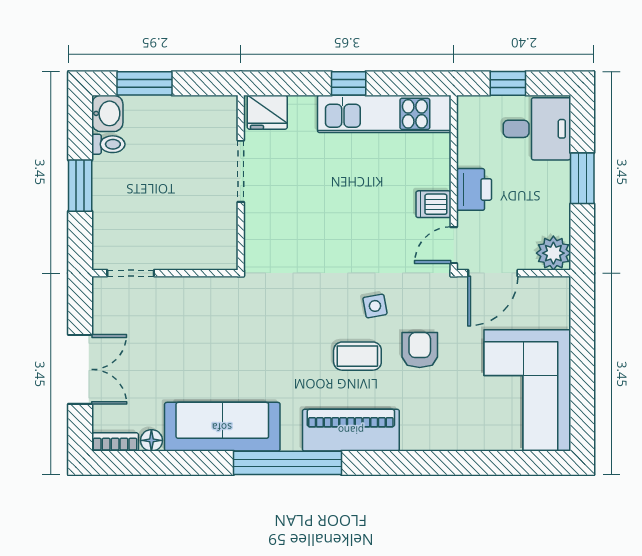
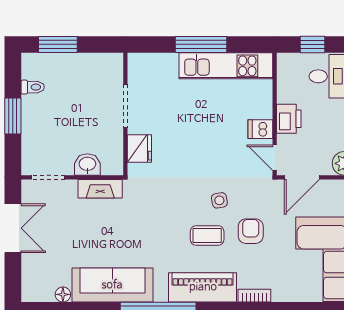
window: (349, 83) -> (201, 44), width x2.17
fridge: (267, 112) -> (139, 148), moved, turned -90
washbasin: (107, 113) -> (87, 164), moved, turned -90
door: (454, 245) -> (275, 158), hinge flipped
fireplace: (205, 289) -> (100, 189), added
double door: (80, 369) -> (13, 228), moved
bookcase: (115, 442) -> (254, 296), moved

